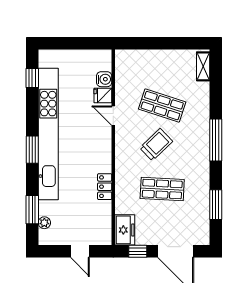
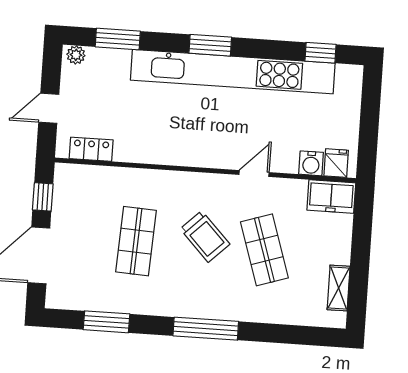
shelving: (203, 66) -> (339, 288), moved, turned 90
fridge: (103, 95) -> (336, 163), moved
shop shelf: (162, 106) -> (264, 250), turned -36
locker: (105, 187) -> (91, 149), moved
plant: (44, 223) -> (76, 55), moved
freezer: (125, 230) -> (331, 196), moved

